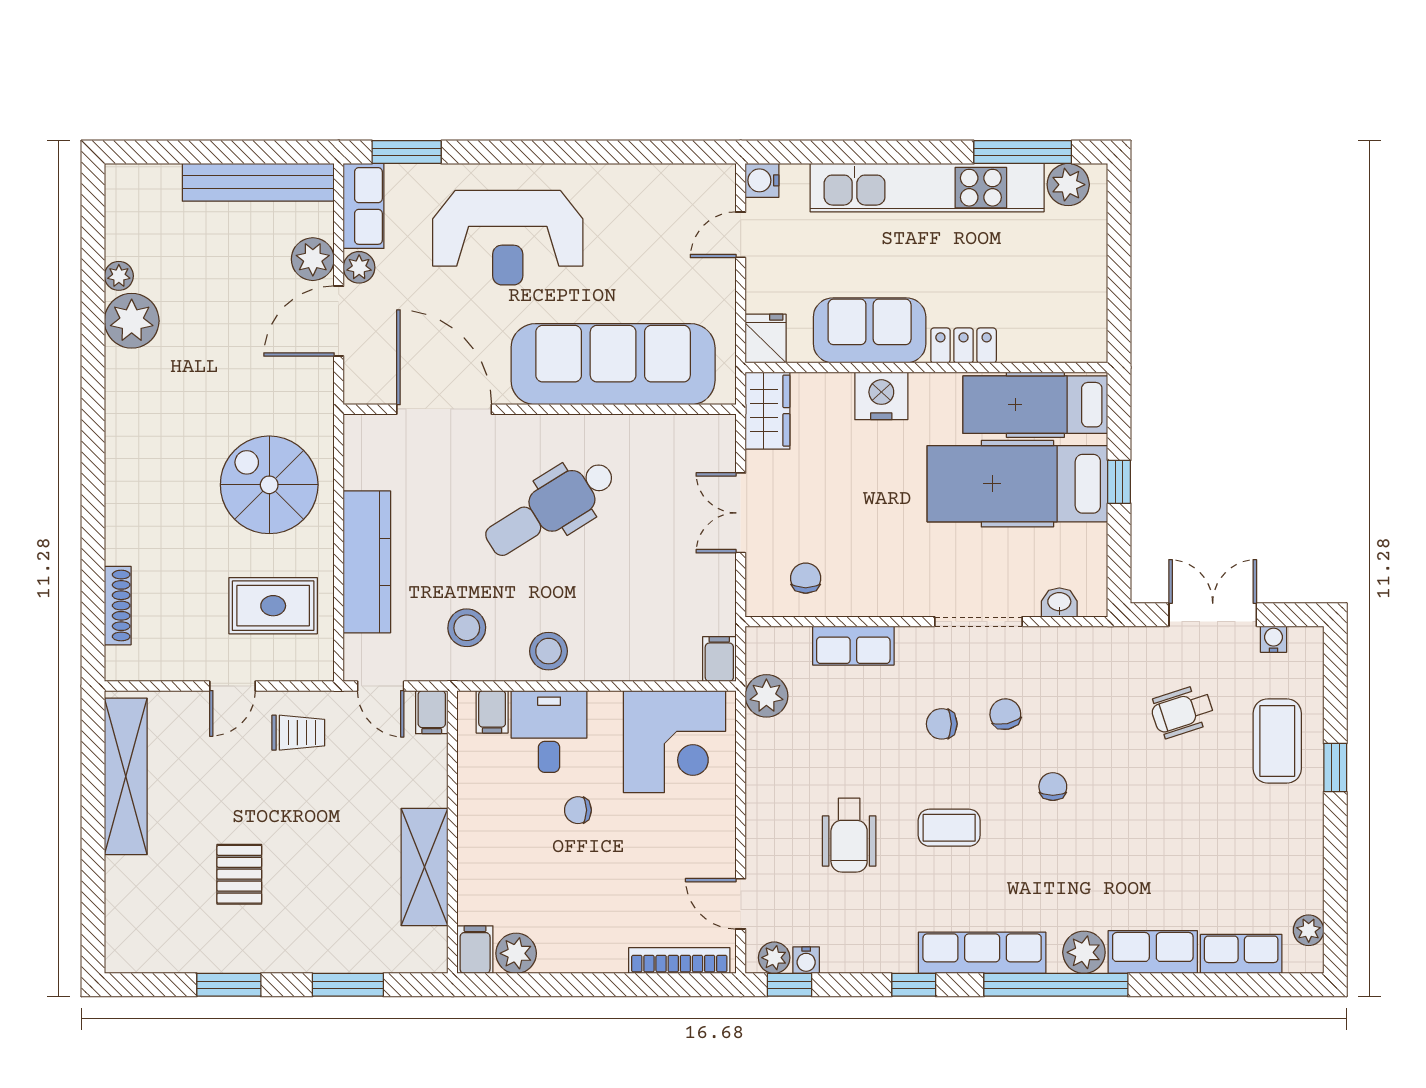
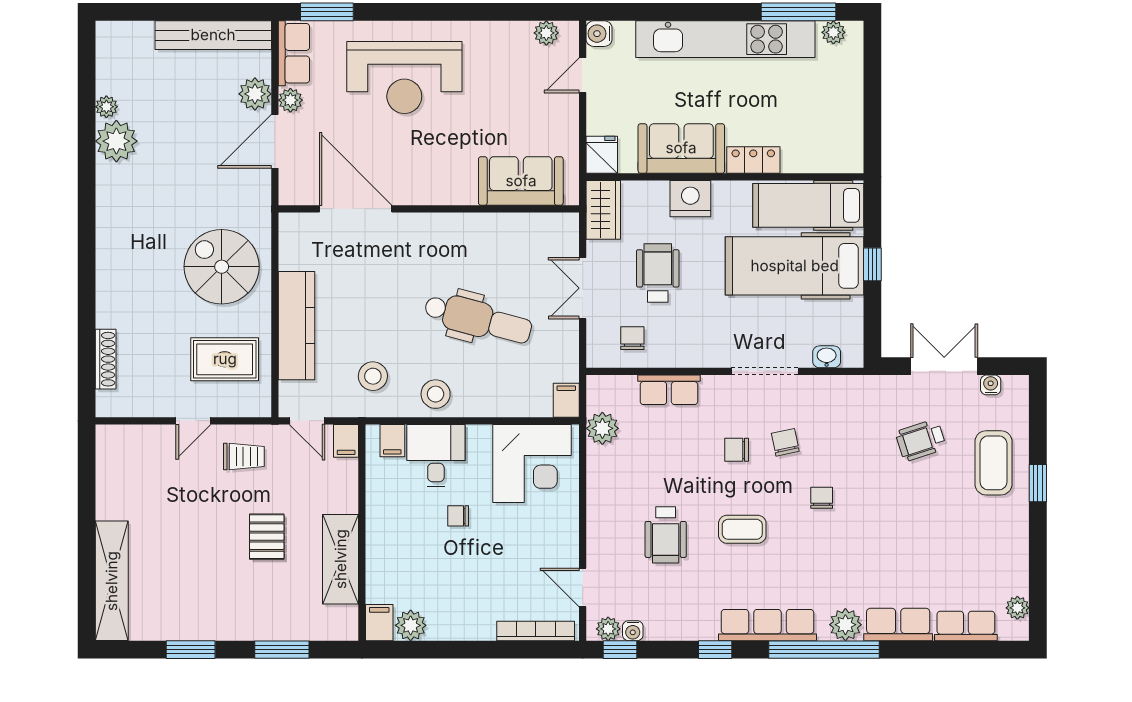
plant: (693, 180) -> (546, 33), added
plant: (1068, 185) -> (833, 32), width x0.73, depth x0.73
sofa: (613, 364) -> (521, 181), width x0.54, depth x0.79
wheelchair: (839, 493) -> (658, 273), added
dental chair: (550, 508) -> (478, 319), moved, turned -133
shelving: (126, 776) -> (112, 581), moved
pallet: (239, 874) -> (267, 537), moved

